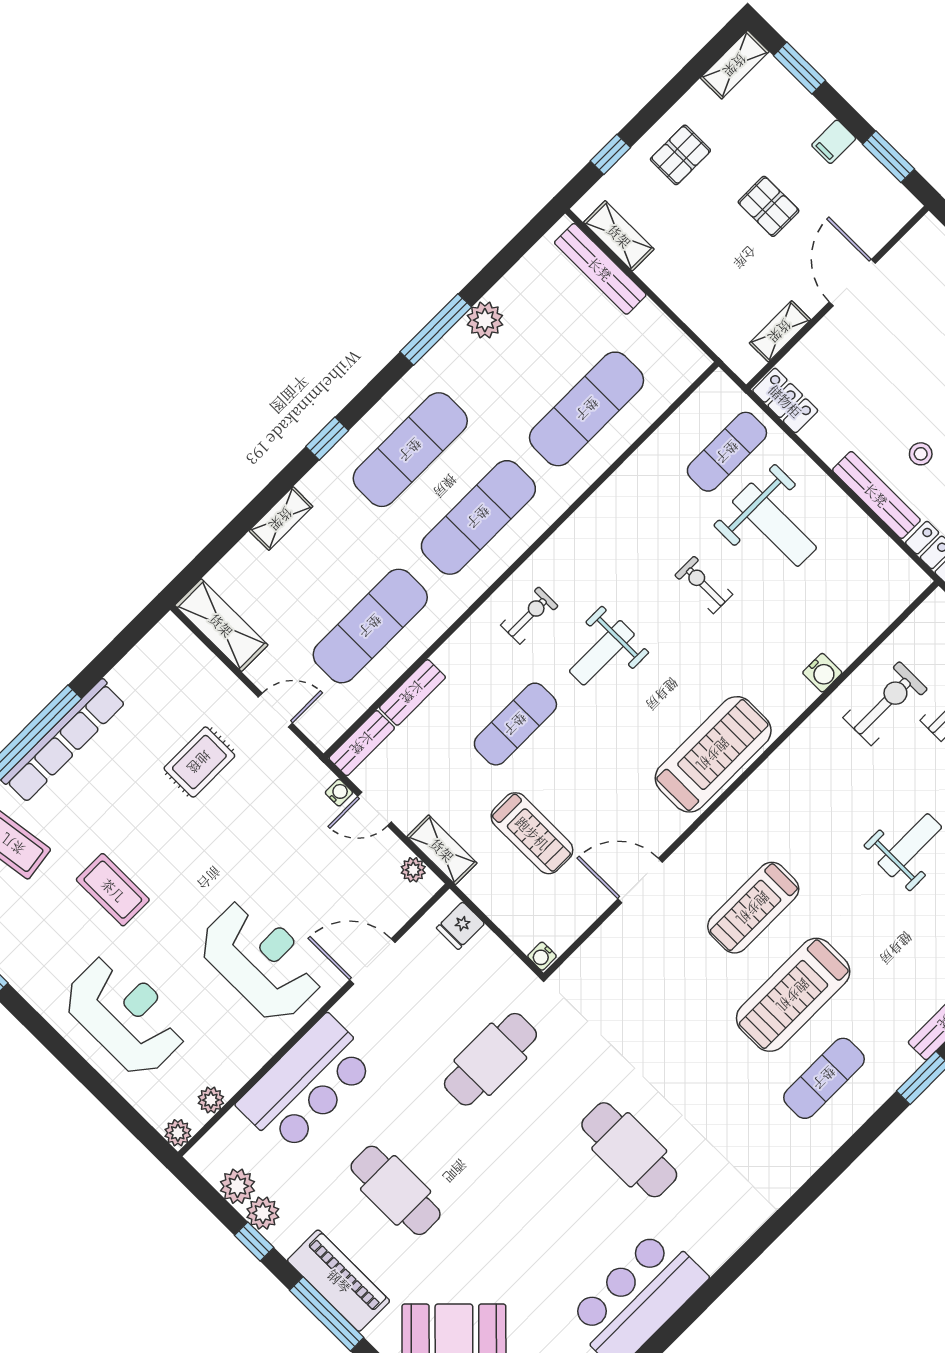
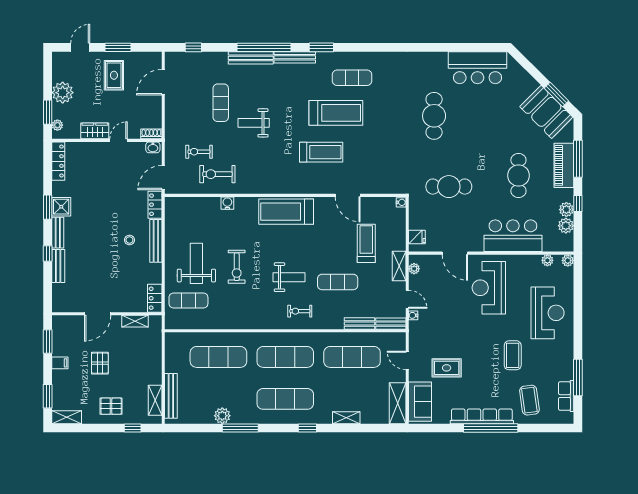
exercise bike: (704, 585) -> (237, 267), width x1.38, depth x1.39
sofa: (188, 664) -> (420, 402), added
reception desk: (125, 1015) -> (548, 313), turned 180

